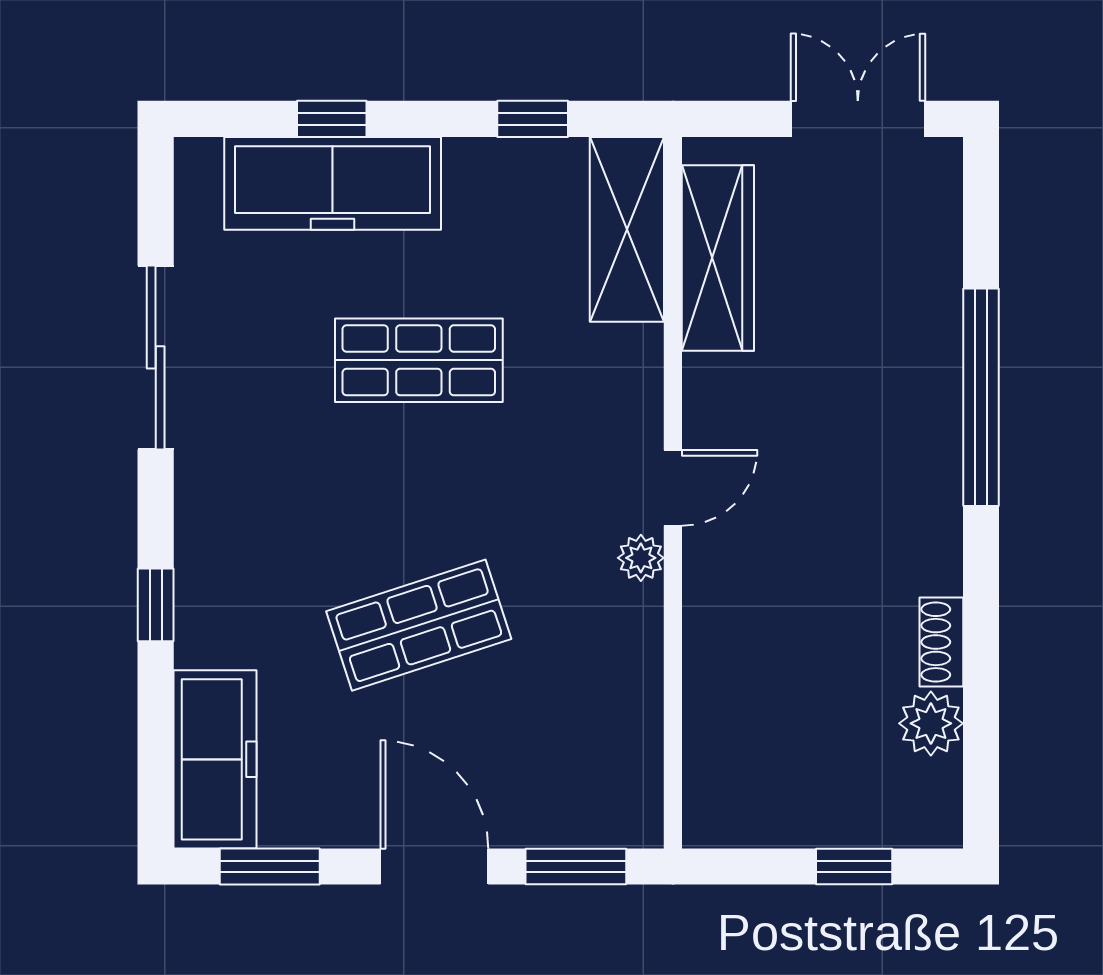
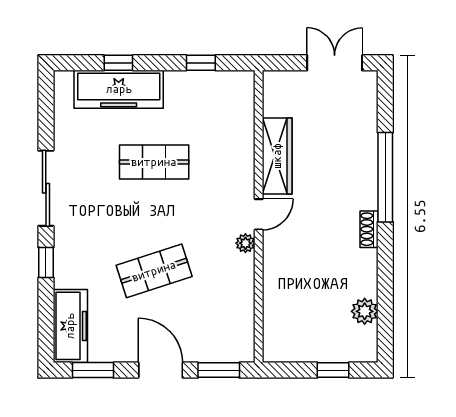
shelving: (627, 229) -> (240, 108), removed
wardrobe: (718, 258) -> (277, 156), moved
sliding door: (156, 357) -> (46, 188), moved
shoe rack: (941, 642) -> (369, 229), moved

